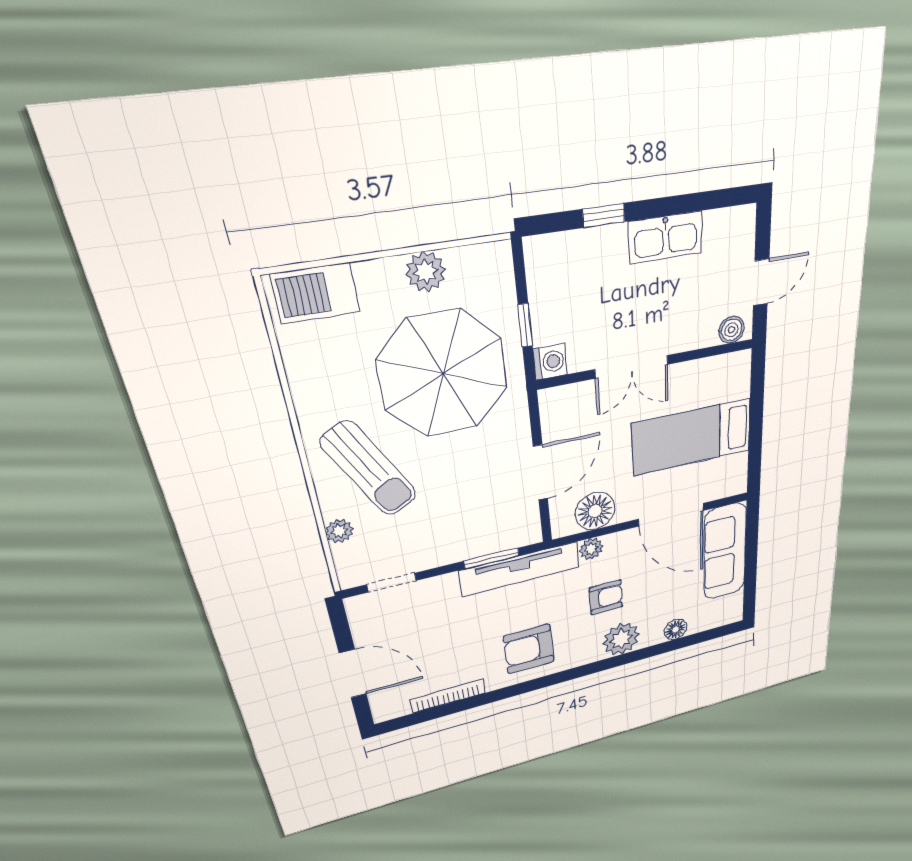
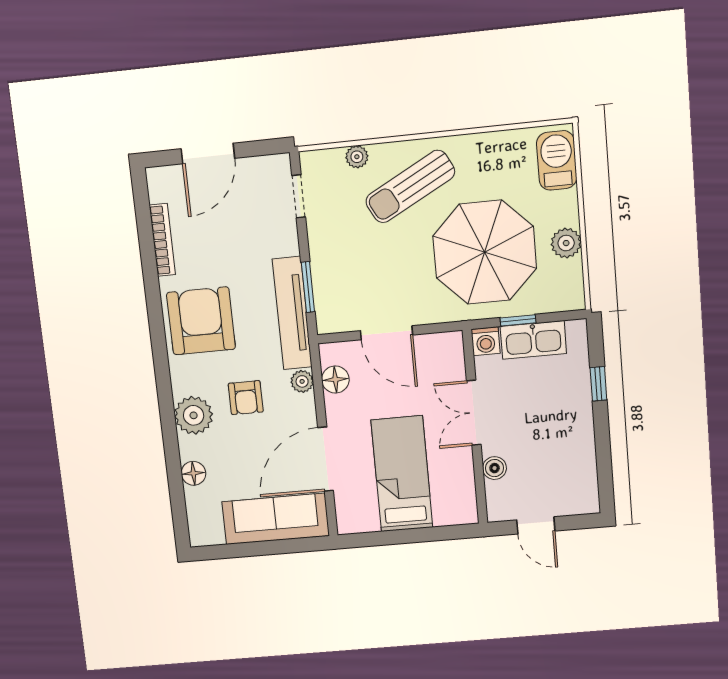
kitchen sink: (666, 237) -> (533, 340), moved, turned -90
boiler: (731, 330) -> (495, 468), moved
floor lamp: (595, 511) -> (335, 380), width x0.73, depth x0.73
armchair: (529, 649) -> (201, 321), width x1.36, depth x1.36

